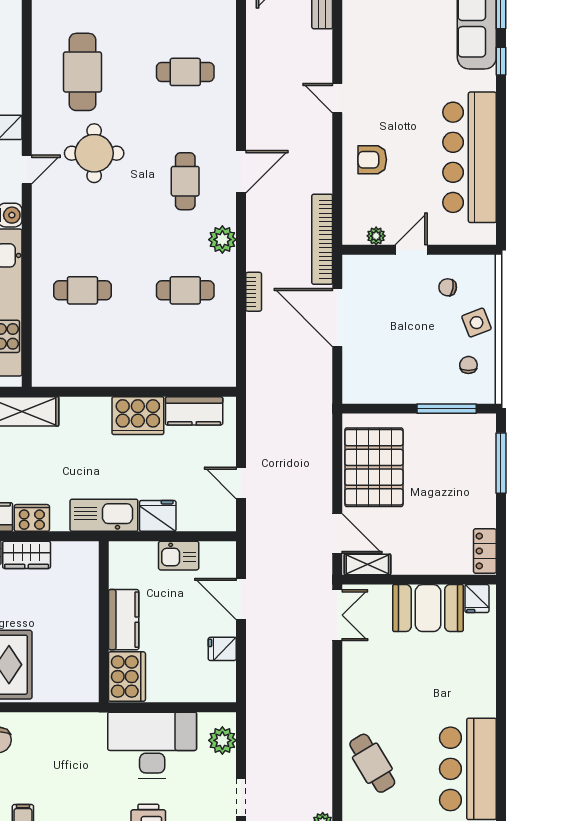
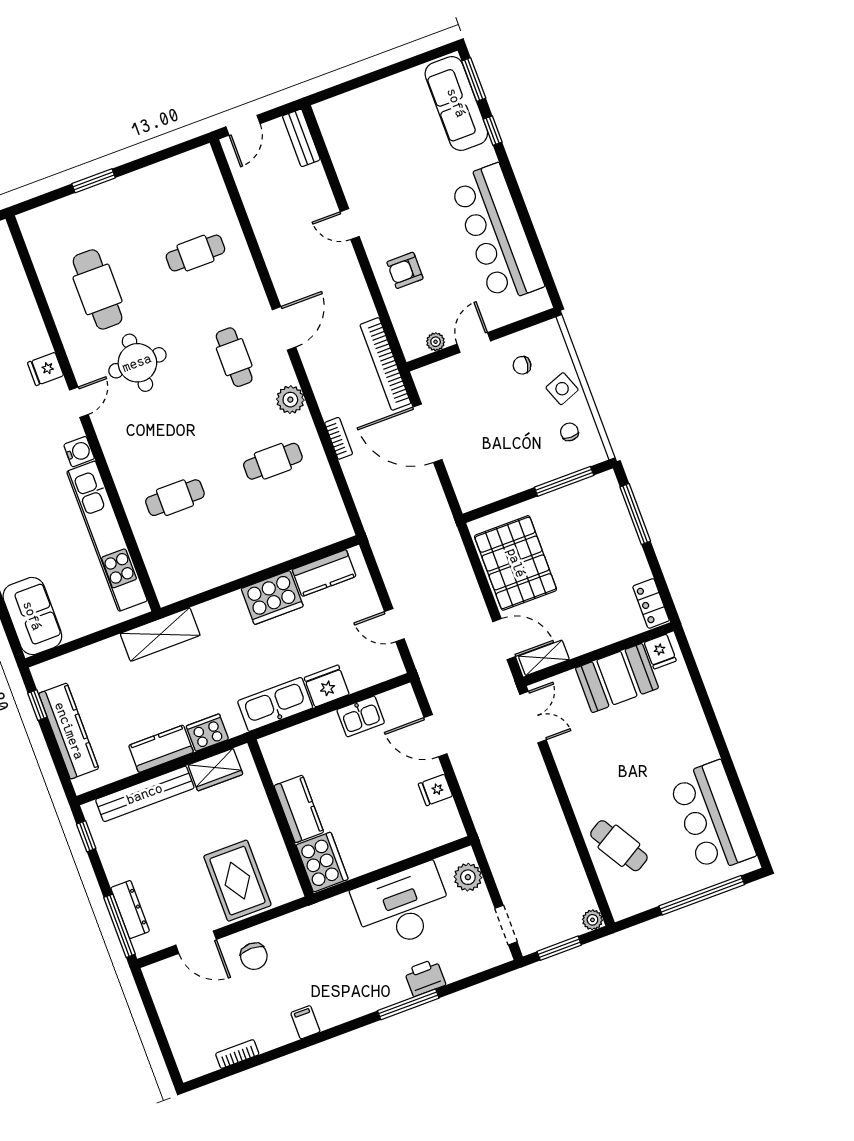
kitchen counter: (124, 620) -> (299, 809), moved
wall: (104, 622) -> (281, 818), moved
cooker: (127, 677) -> (322, 862), moved

